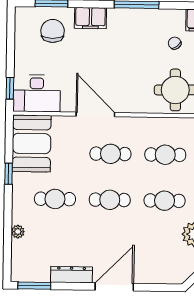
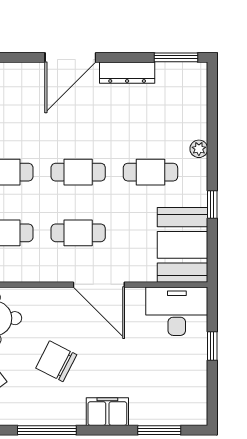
chair: (53, 31) -> (56, 361), moved, turned 117
window: (10, 88) -> (212, 346), moved
plant: (18, 232) -> (199, 149), moved

